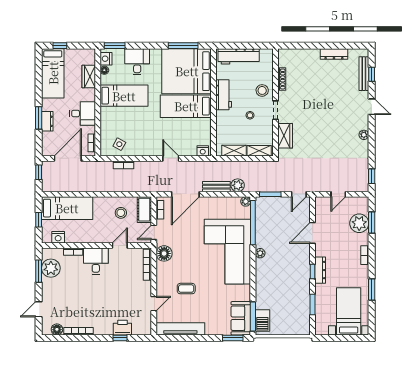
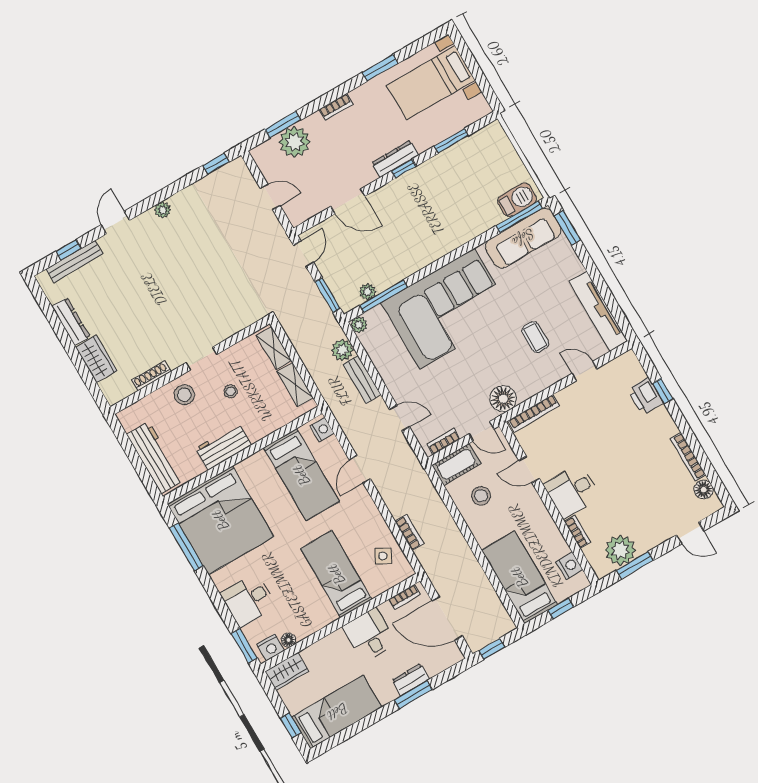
wardrobe: (89, 76) -> (287, 671), moved
bed: (124, 96) -> (336, 574), moved
bed: (186, 106) -> (301, 475), moved
wardrobe: (285, 136) -> (96, 359), moved, turned 90
door: (185, 194) -> (399, 418), width x0.53
door: (299, 194) -> (303, 254), hinge flipped
window: (253, 223) -> (383, 296), width x0.68
plant: (260, 253) -> (367, 292), moved
sofa: (241, 318) -> (523, 238), width x1.36

